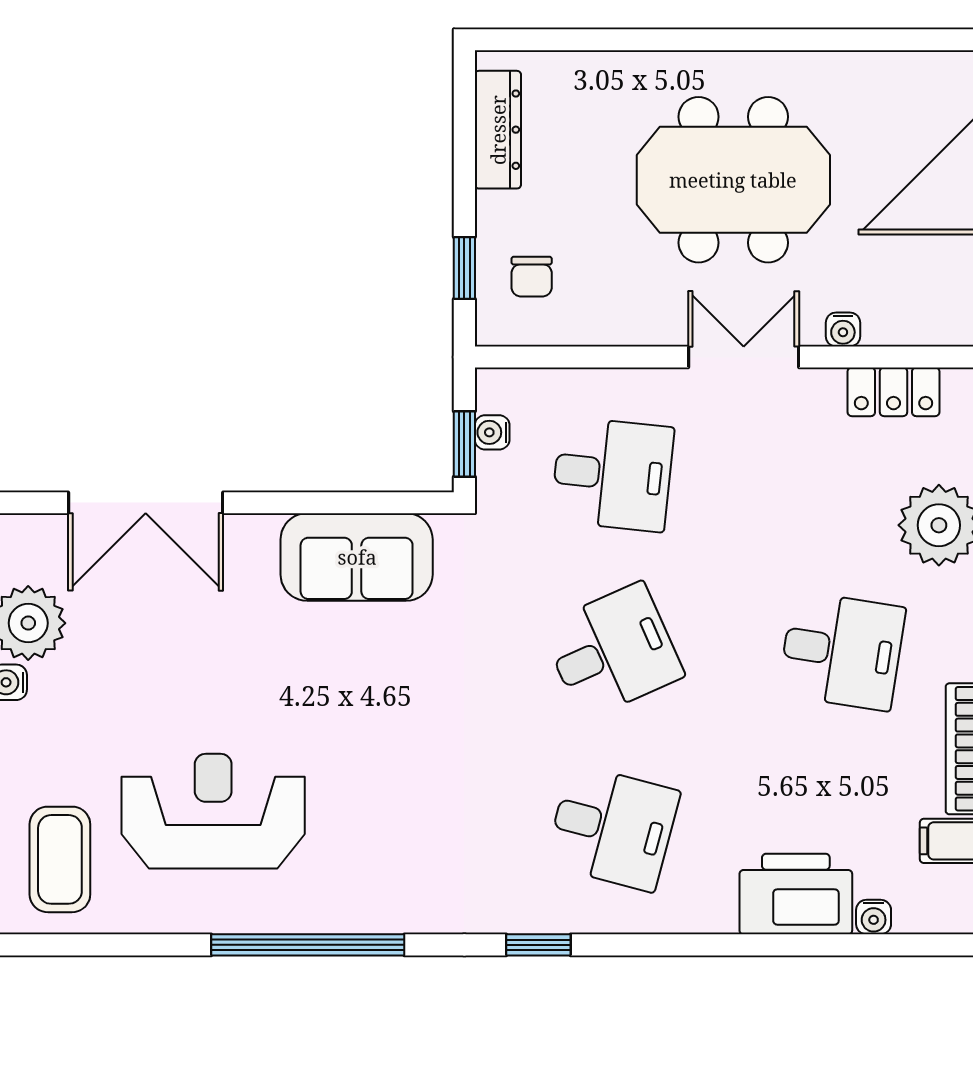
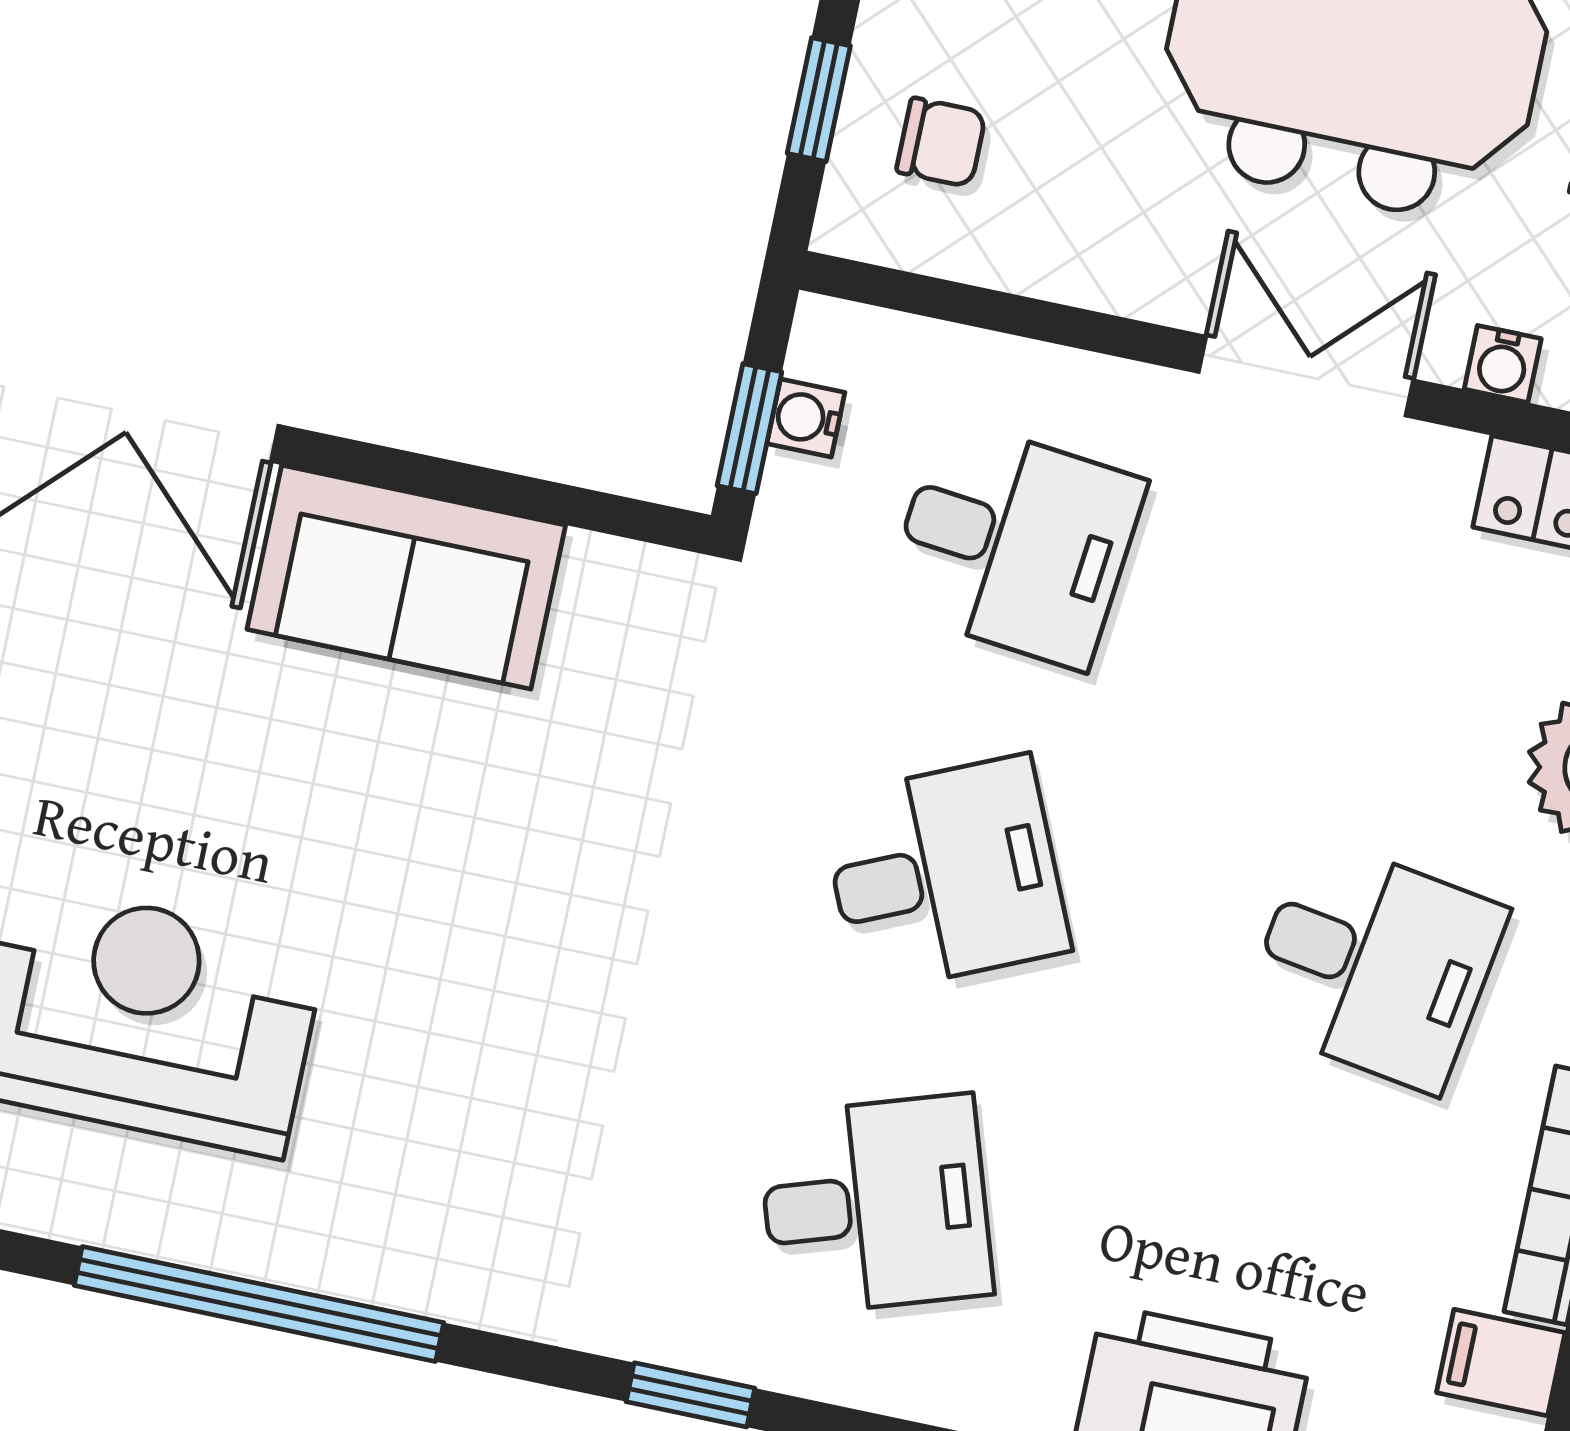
chair: (532, 277) -> (941, 142), turned -90
sofa: (357, 557) -> (406, 577), moved
desk: (612, 828) -> (875, 1205), turned -33

